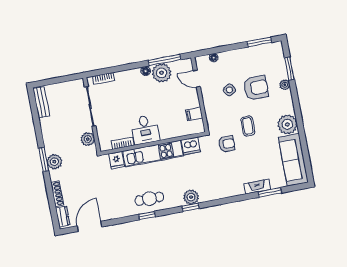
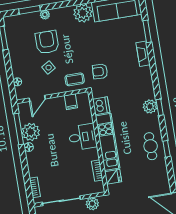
coffee table: (248, 126) -> (75, 79), moved
desk: (145, 130) -> (83, 137), moved
armchair: (227, 144) -> (100, 71), turned -87
fireplace: (257, 187) -> (143, 54), moved

